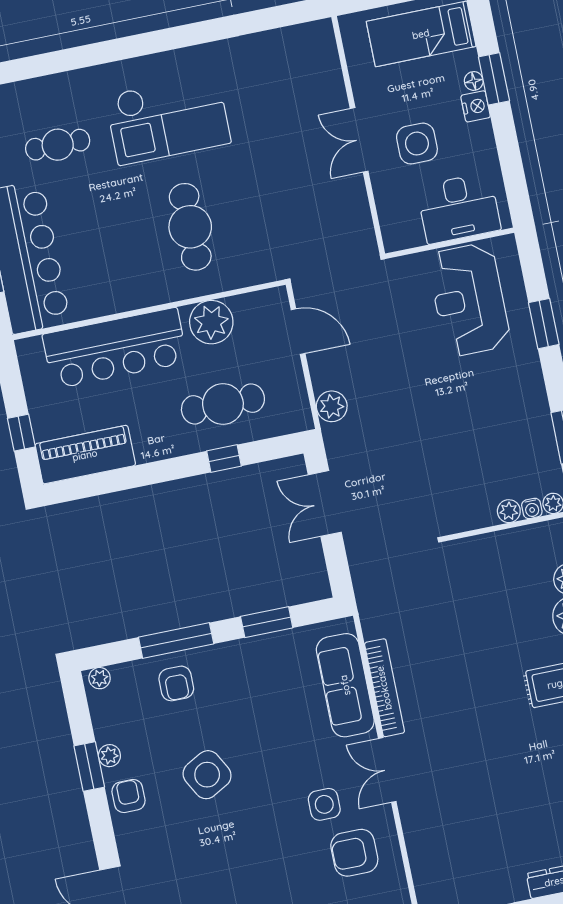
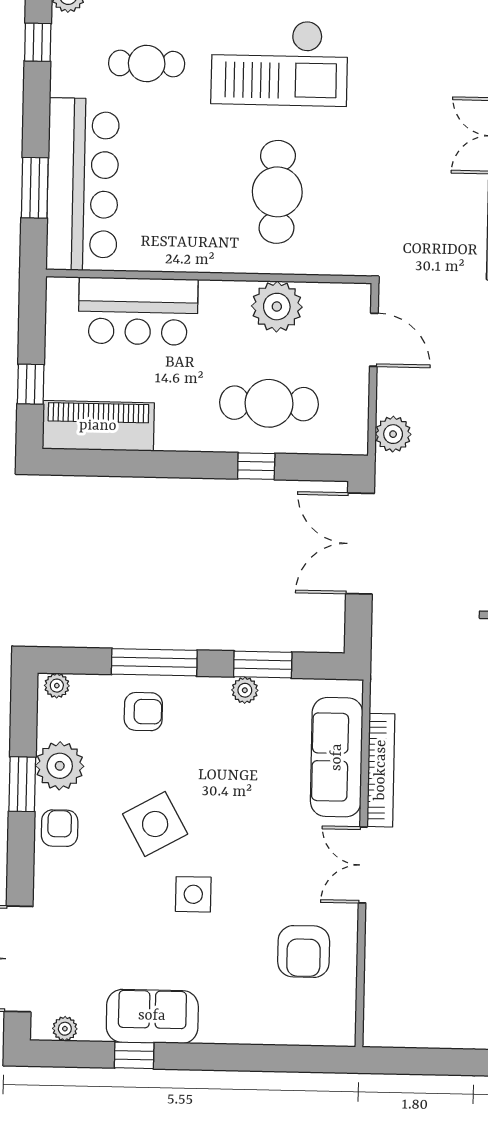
bar counter: (115, 348) -> (138, 311), width x0.73
double door: (325, 503) -> (360, 544), width x1.37
plant: (257, 647) -> (245, 690), added
armchair: (176, 683) -> (143, 712), turned -90
plant: (109, 756) -> (60, 766), width x1.88, depth x1.88
side table: (324, 804) -> (193, 894), moved
armchair: (354, 853) -> (304, 951), turned -90

